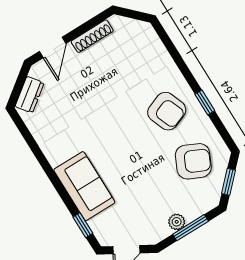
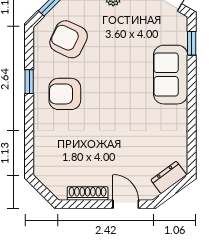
door: (53, 48) -> (126, 204), hinge flipped
armchair: (167, 111) -> (65, 94), turned -69

